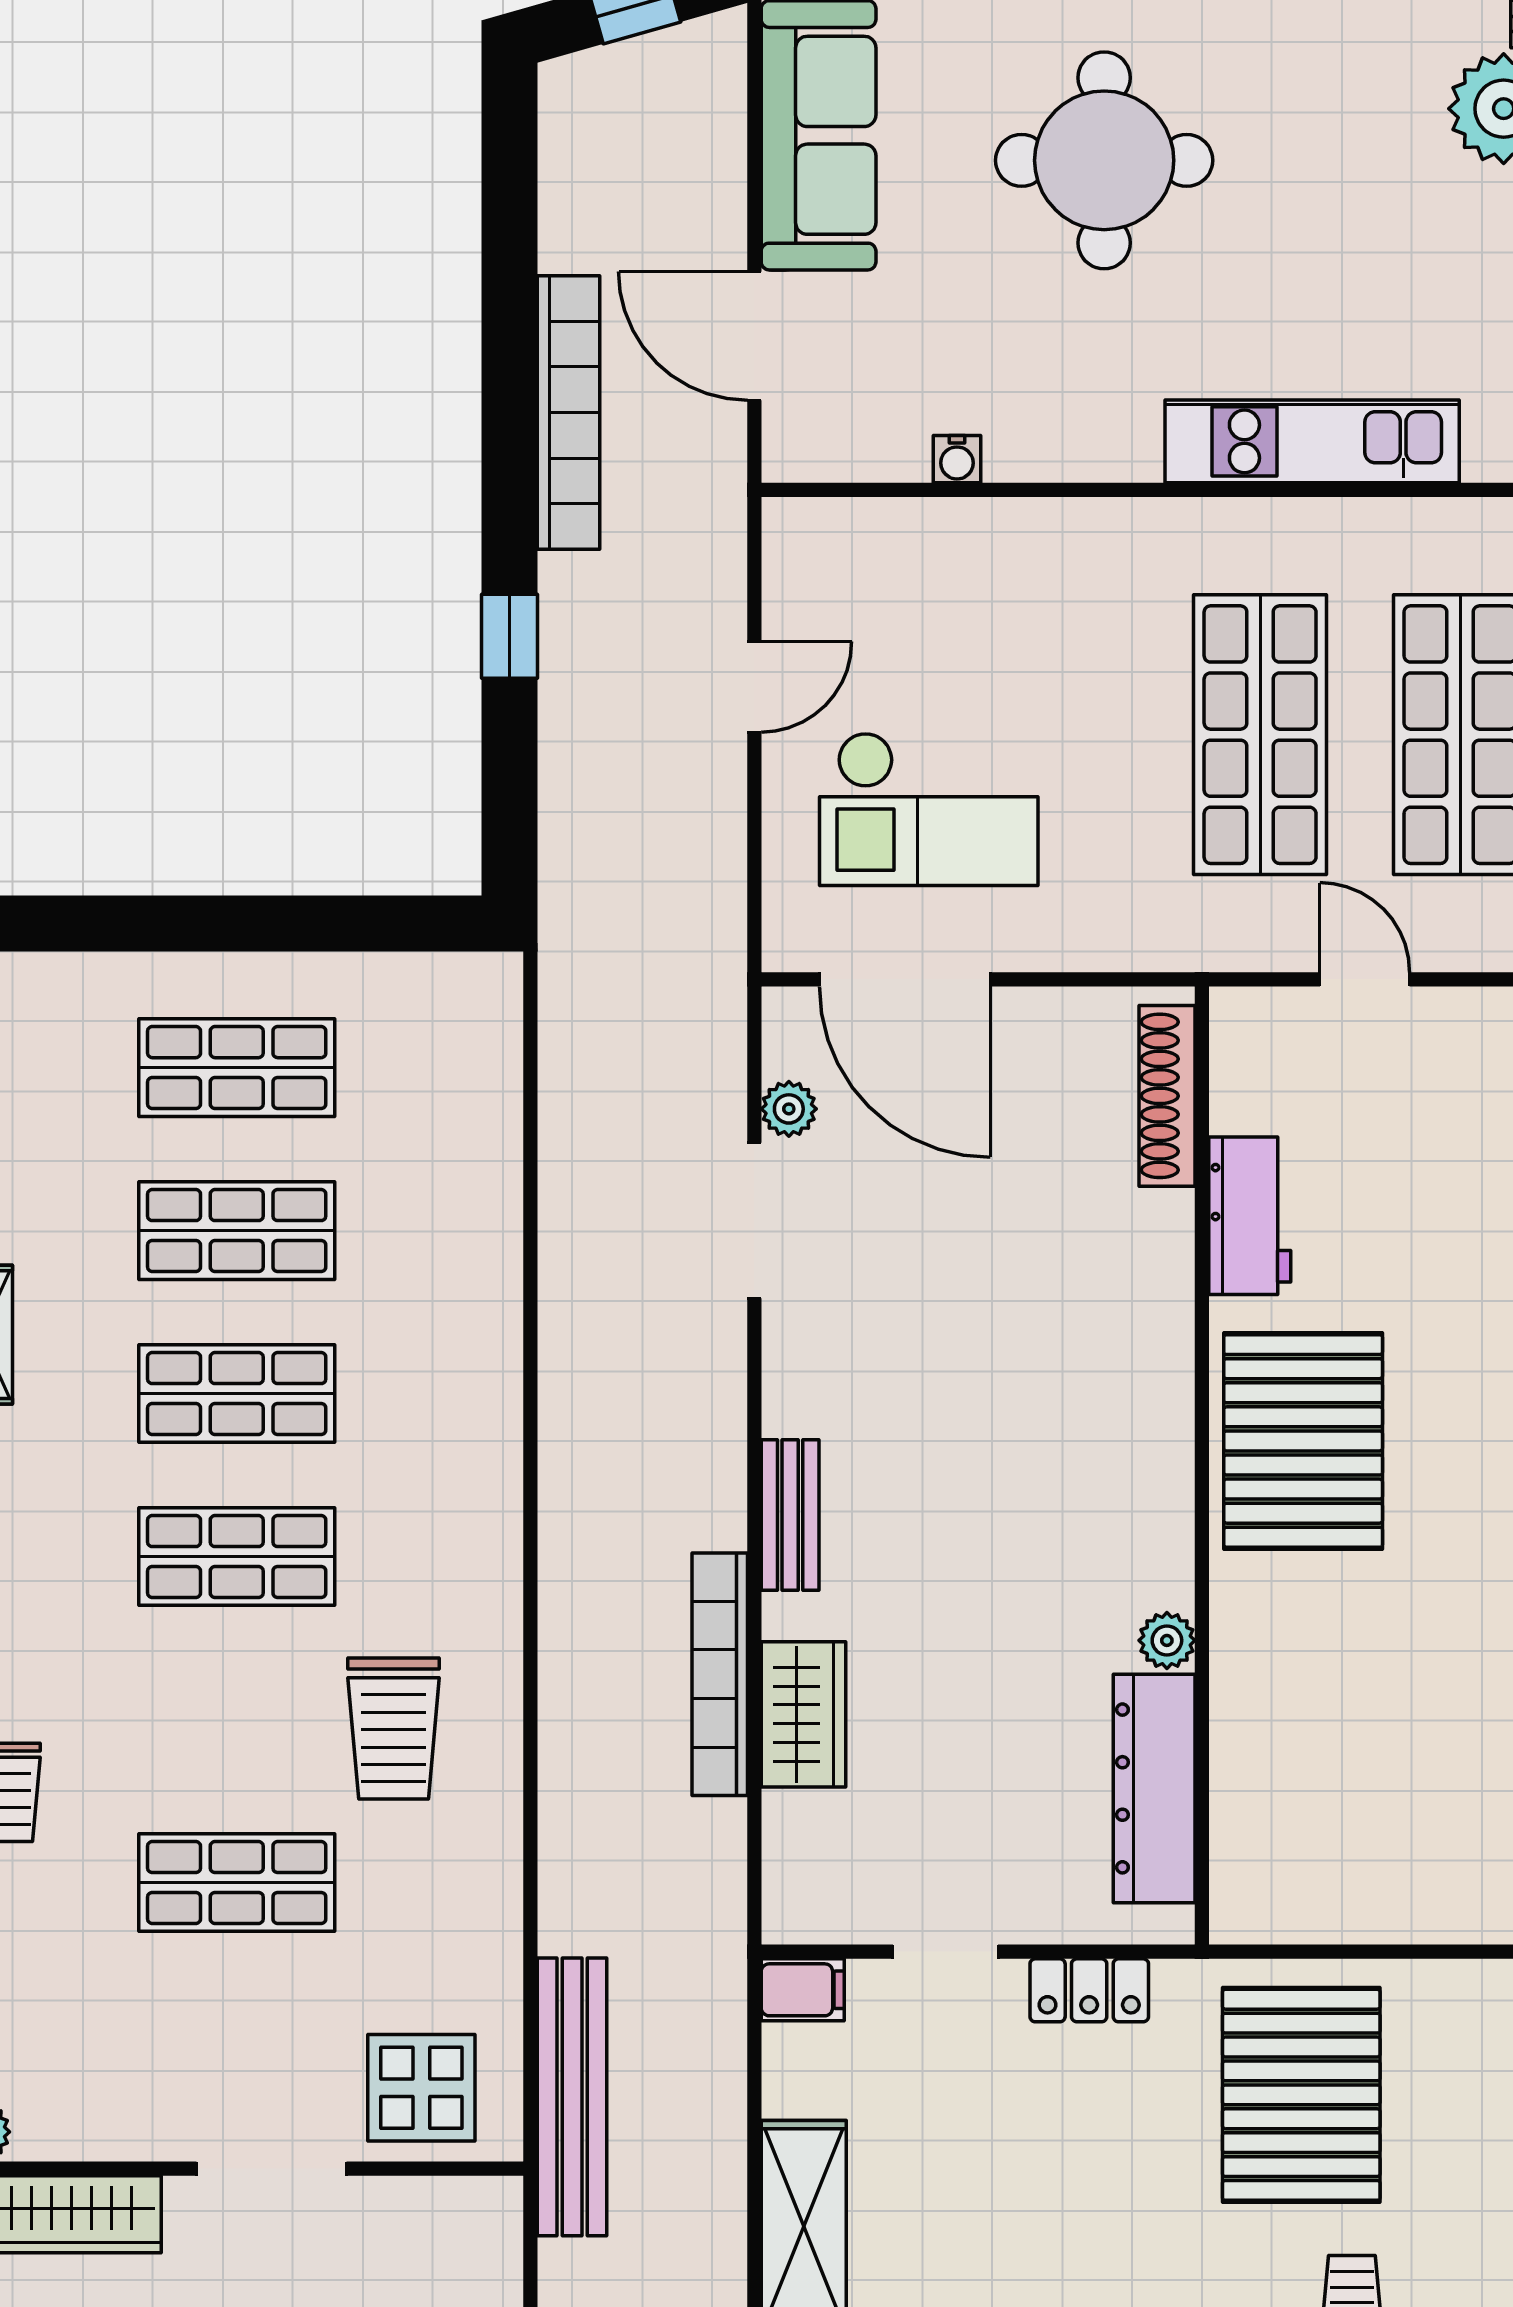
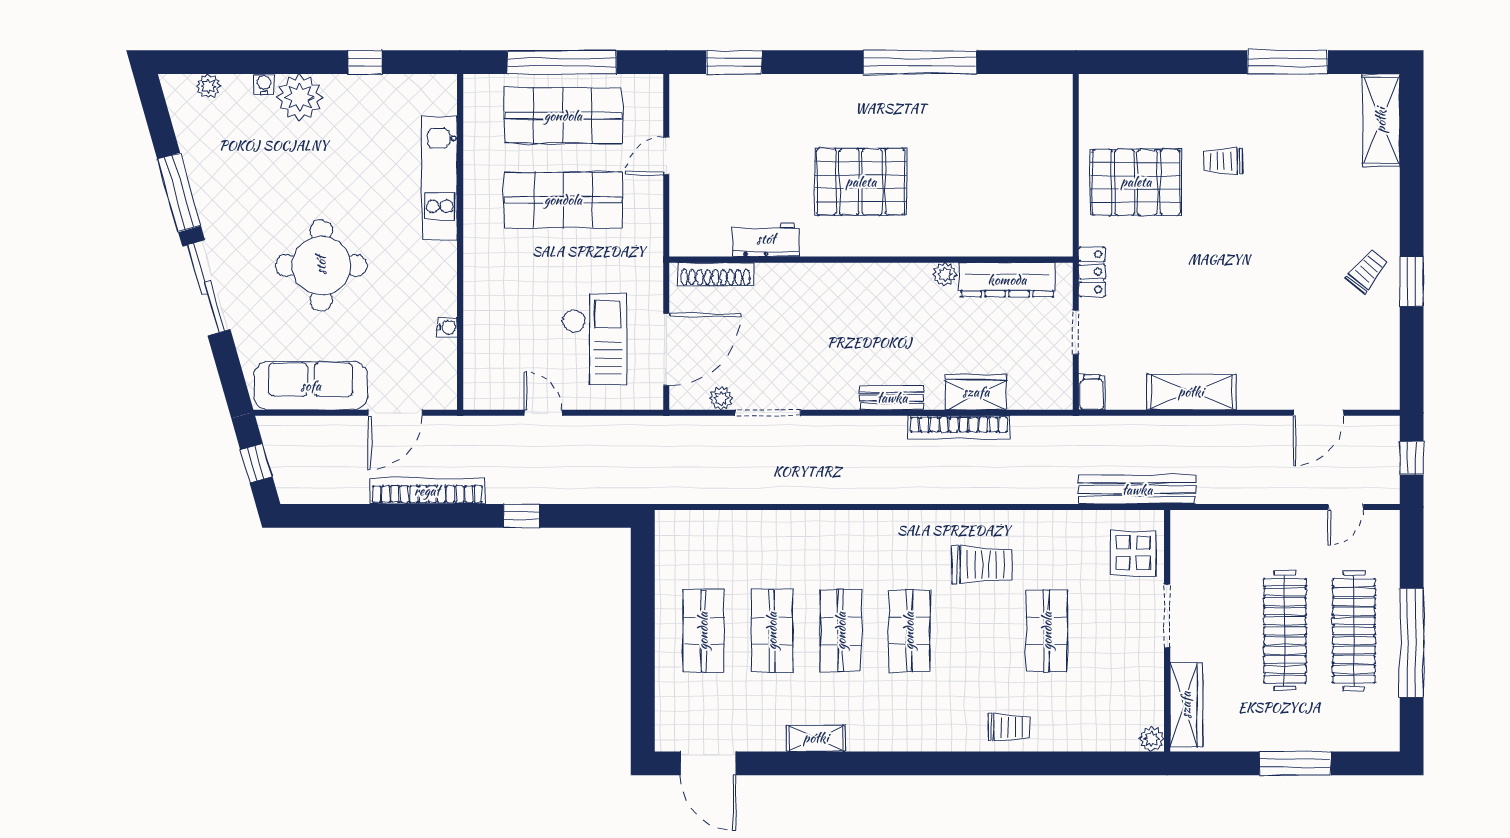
shoe rack: (1167, 1096) -> (715, 274), moved
workbench: (1250, 1216) -> (766, 239), moved
wall: (1202, 1466) -> (871, 260), moved
plant: (1167, 1640) -> (945, 274), moved
dresser: (1154, 1788) -> (1007, 280), moved

